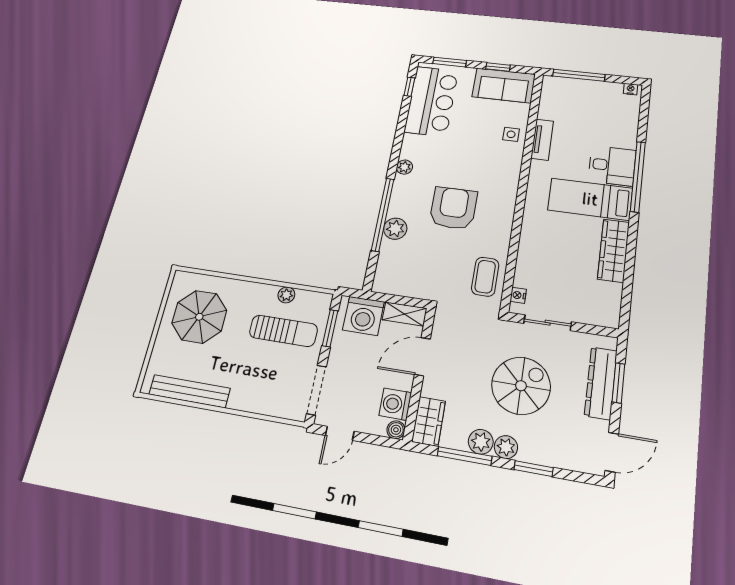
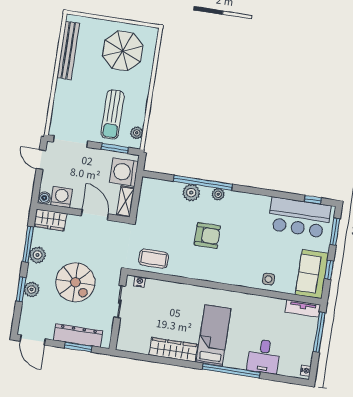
tv unit: (542, 140) -> (303, 308), moved
desk: (612, 166) -> (264, 356), moved
plant: (404, 167) -> (218, 194), moved
armchair: (453, 208) -> (207, 236), width x0.73, depth x0.73
plant: (286, 295) -> (137, 133), moved
plant: (506, 447) -> (32, 290), moved

